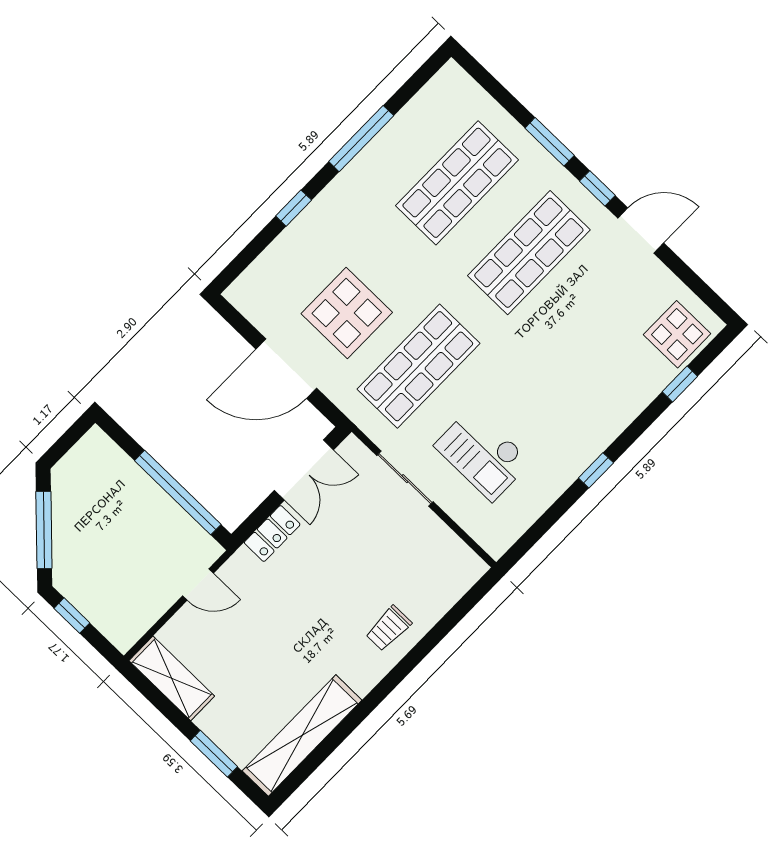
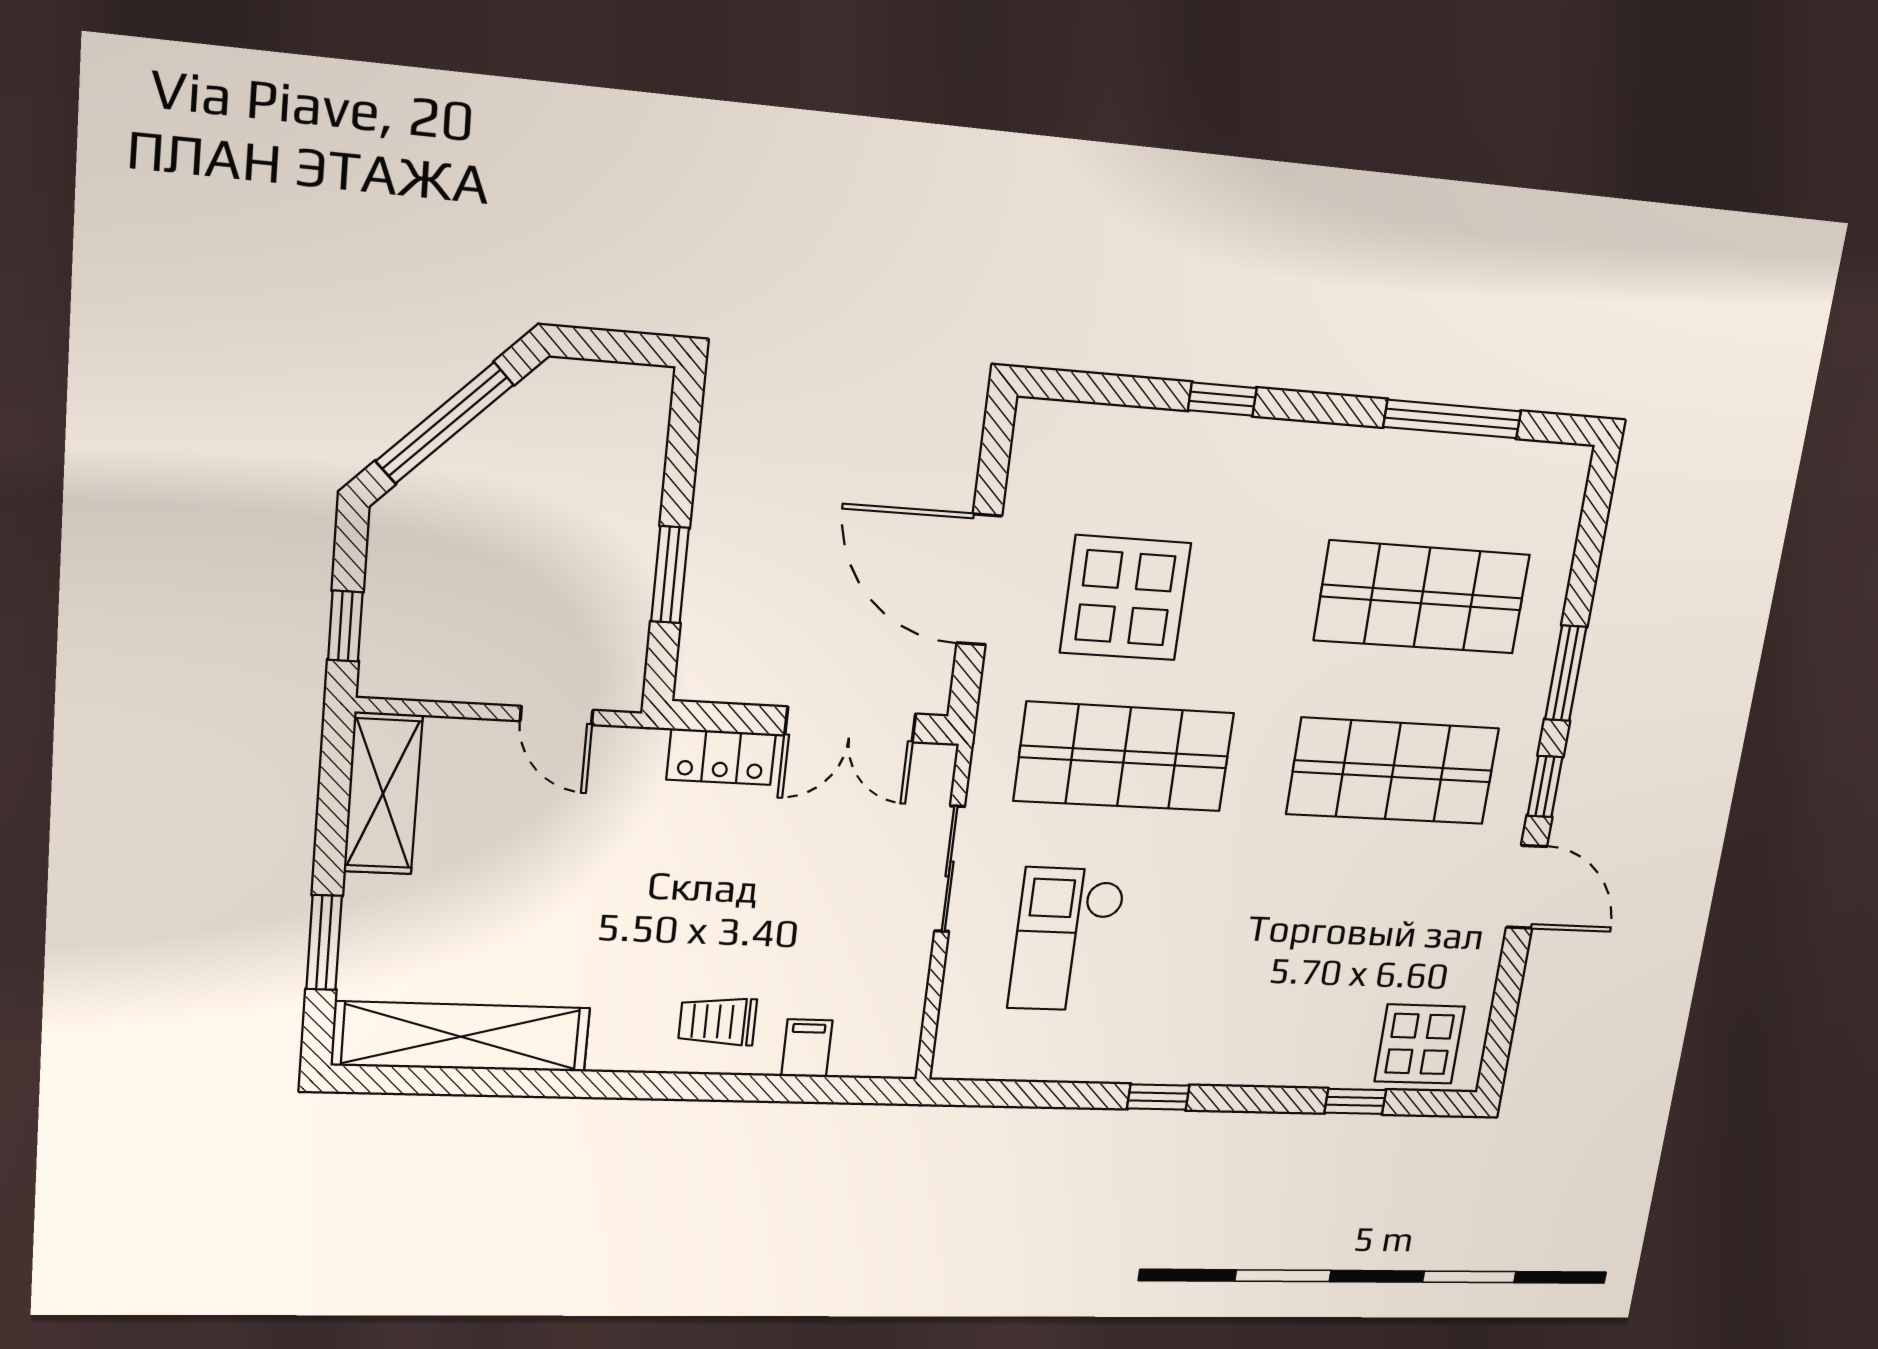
window: (361, 139) -> (1452, 419), moved
window: (178, 492) -> (670, 575), width x0.47
filing cabinet: (434, 602) -> (807, 1048), added
window: (72, 616) -> (345, 626), moved

